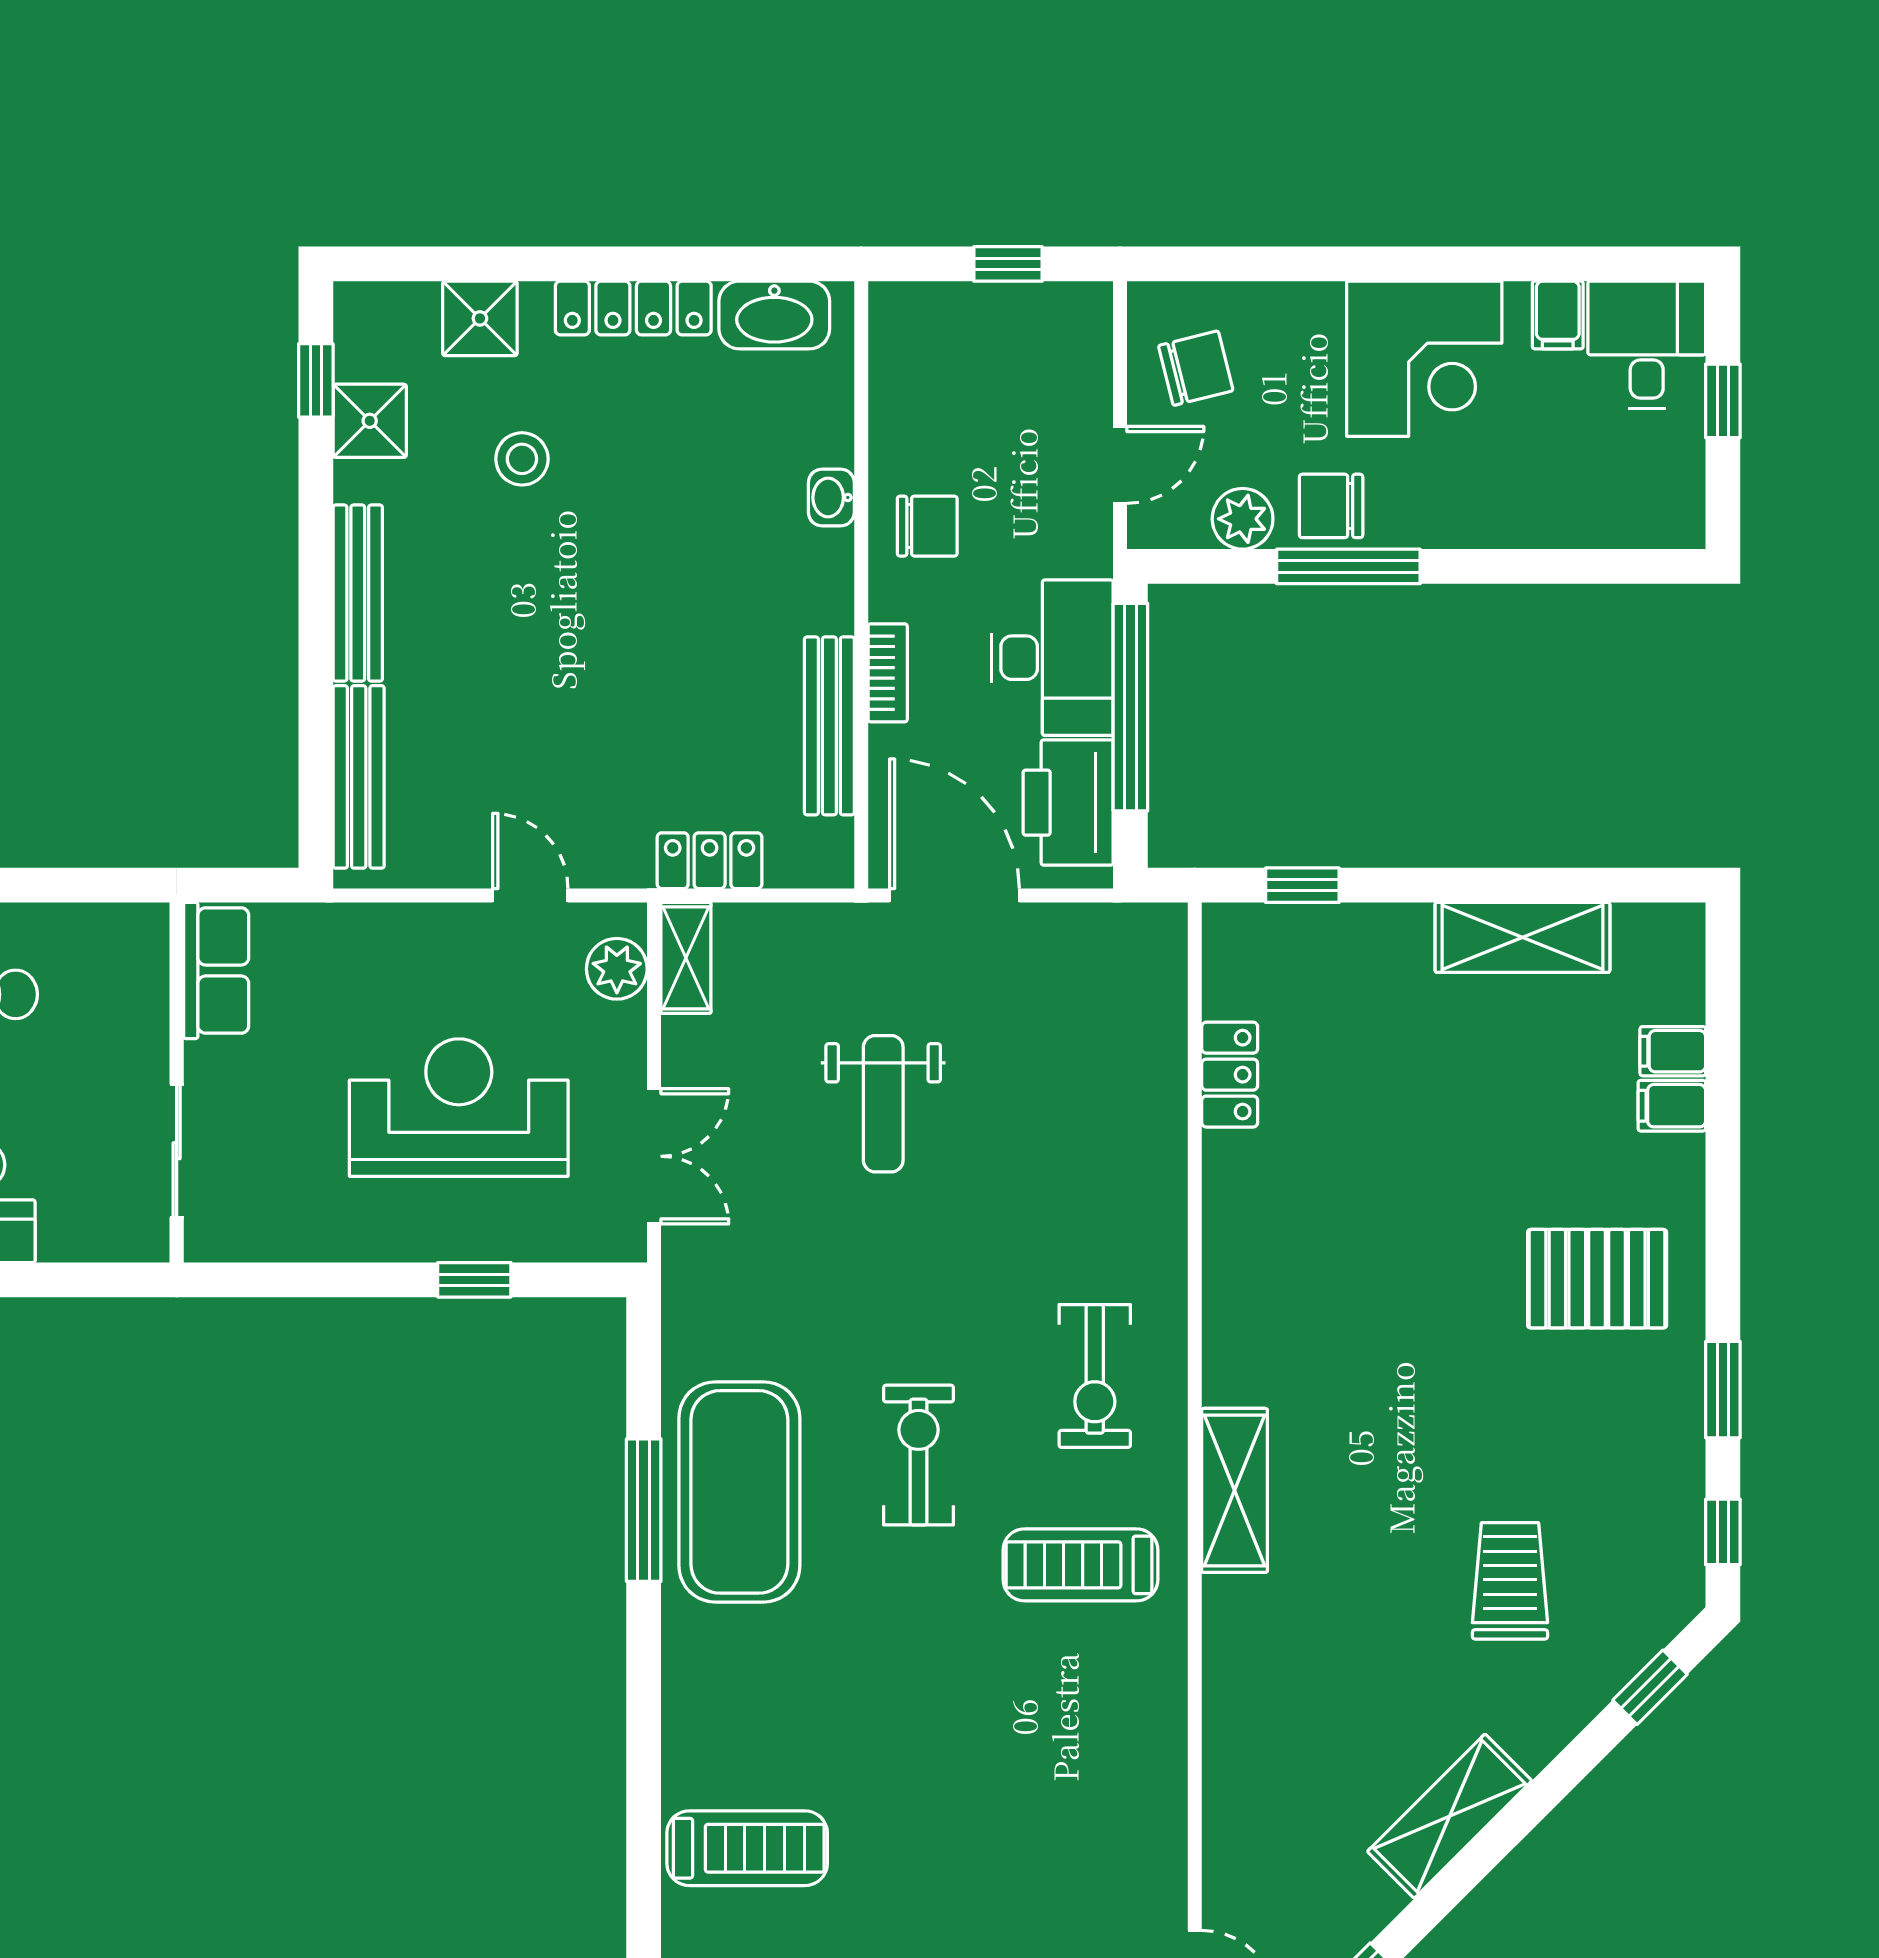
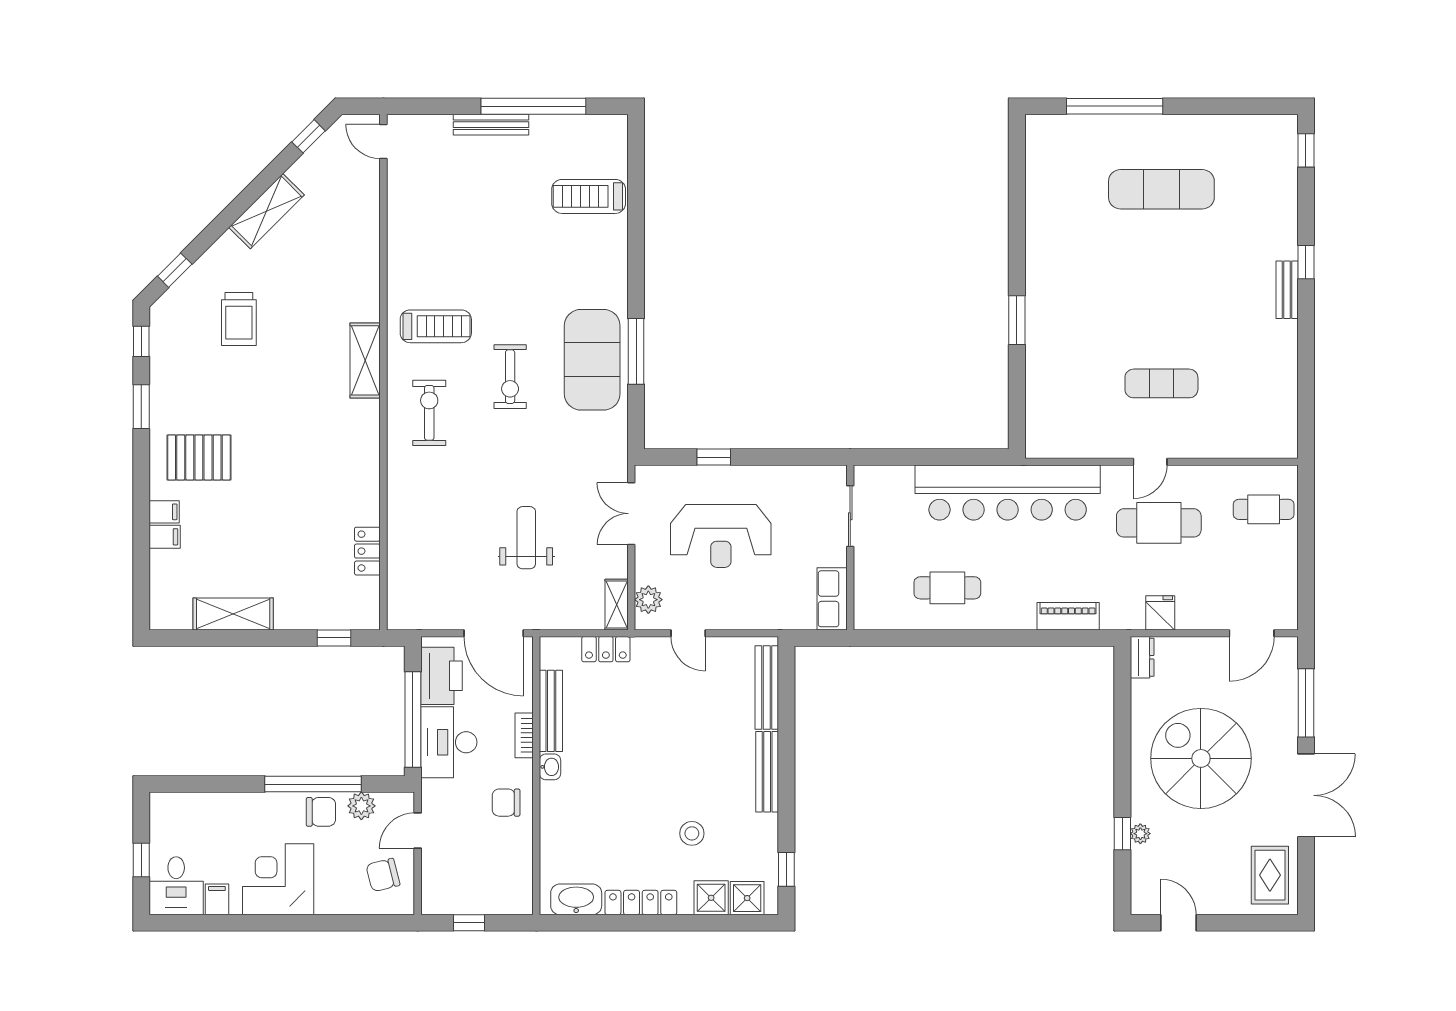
shower: (370, 421) -> (747, 898), moved
washbasin: (831, 498) -> (550, 767), moved
window: (1348, 566) -> (313, 784), width x1.46
filing cabinet: (1673, 1051) -> (164, 512), moved

